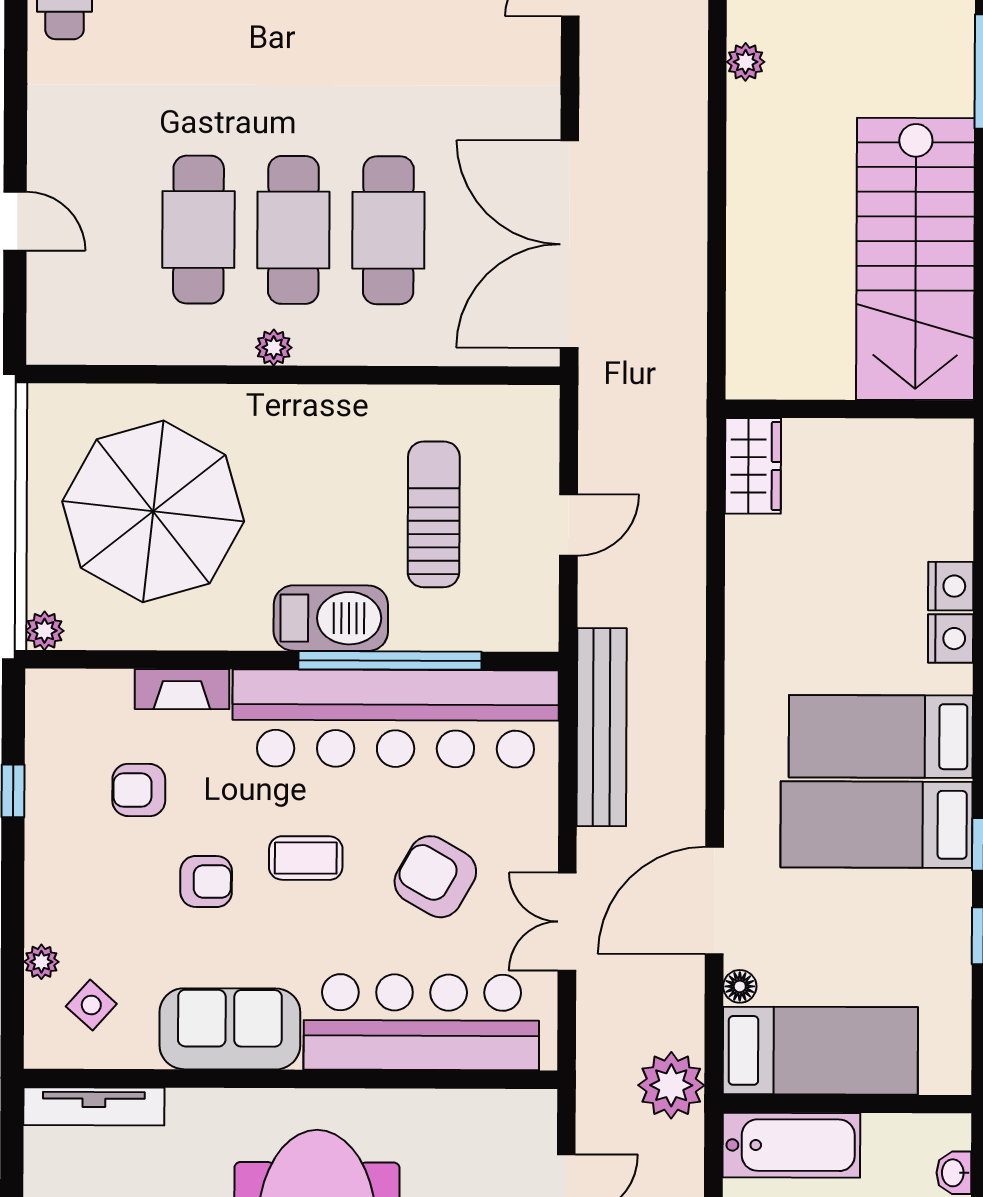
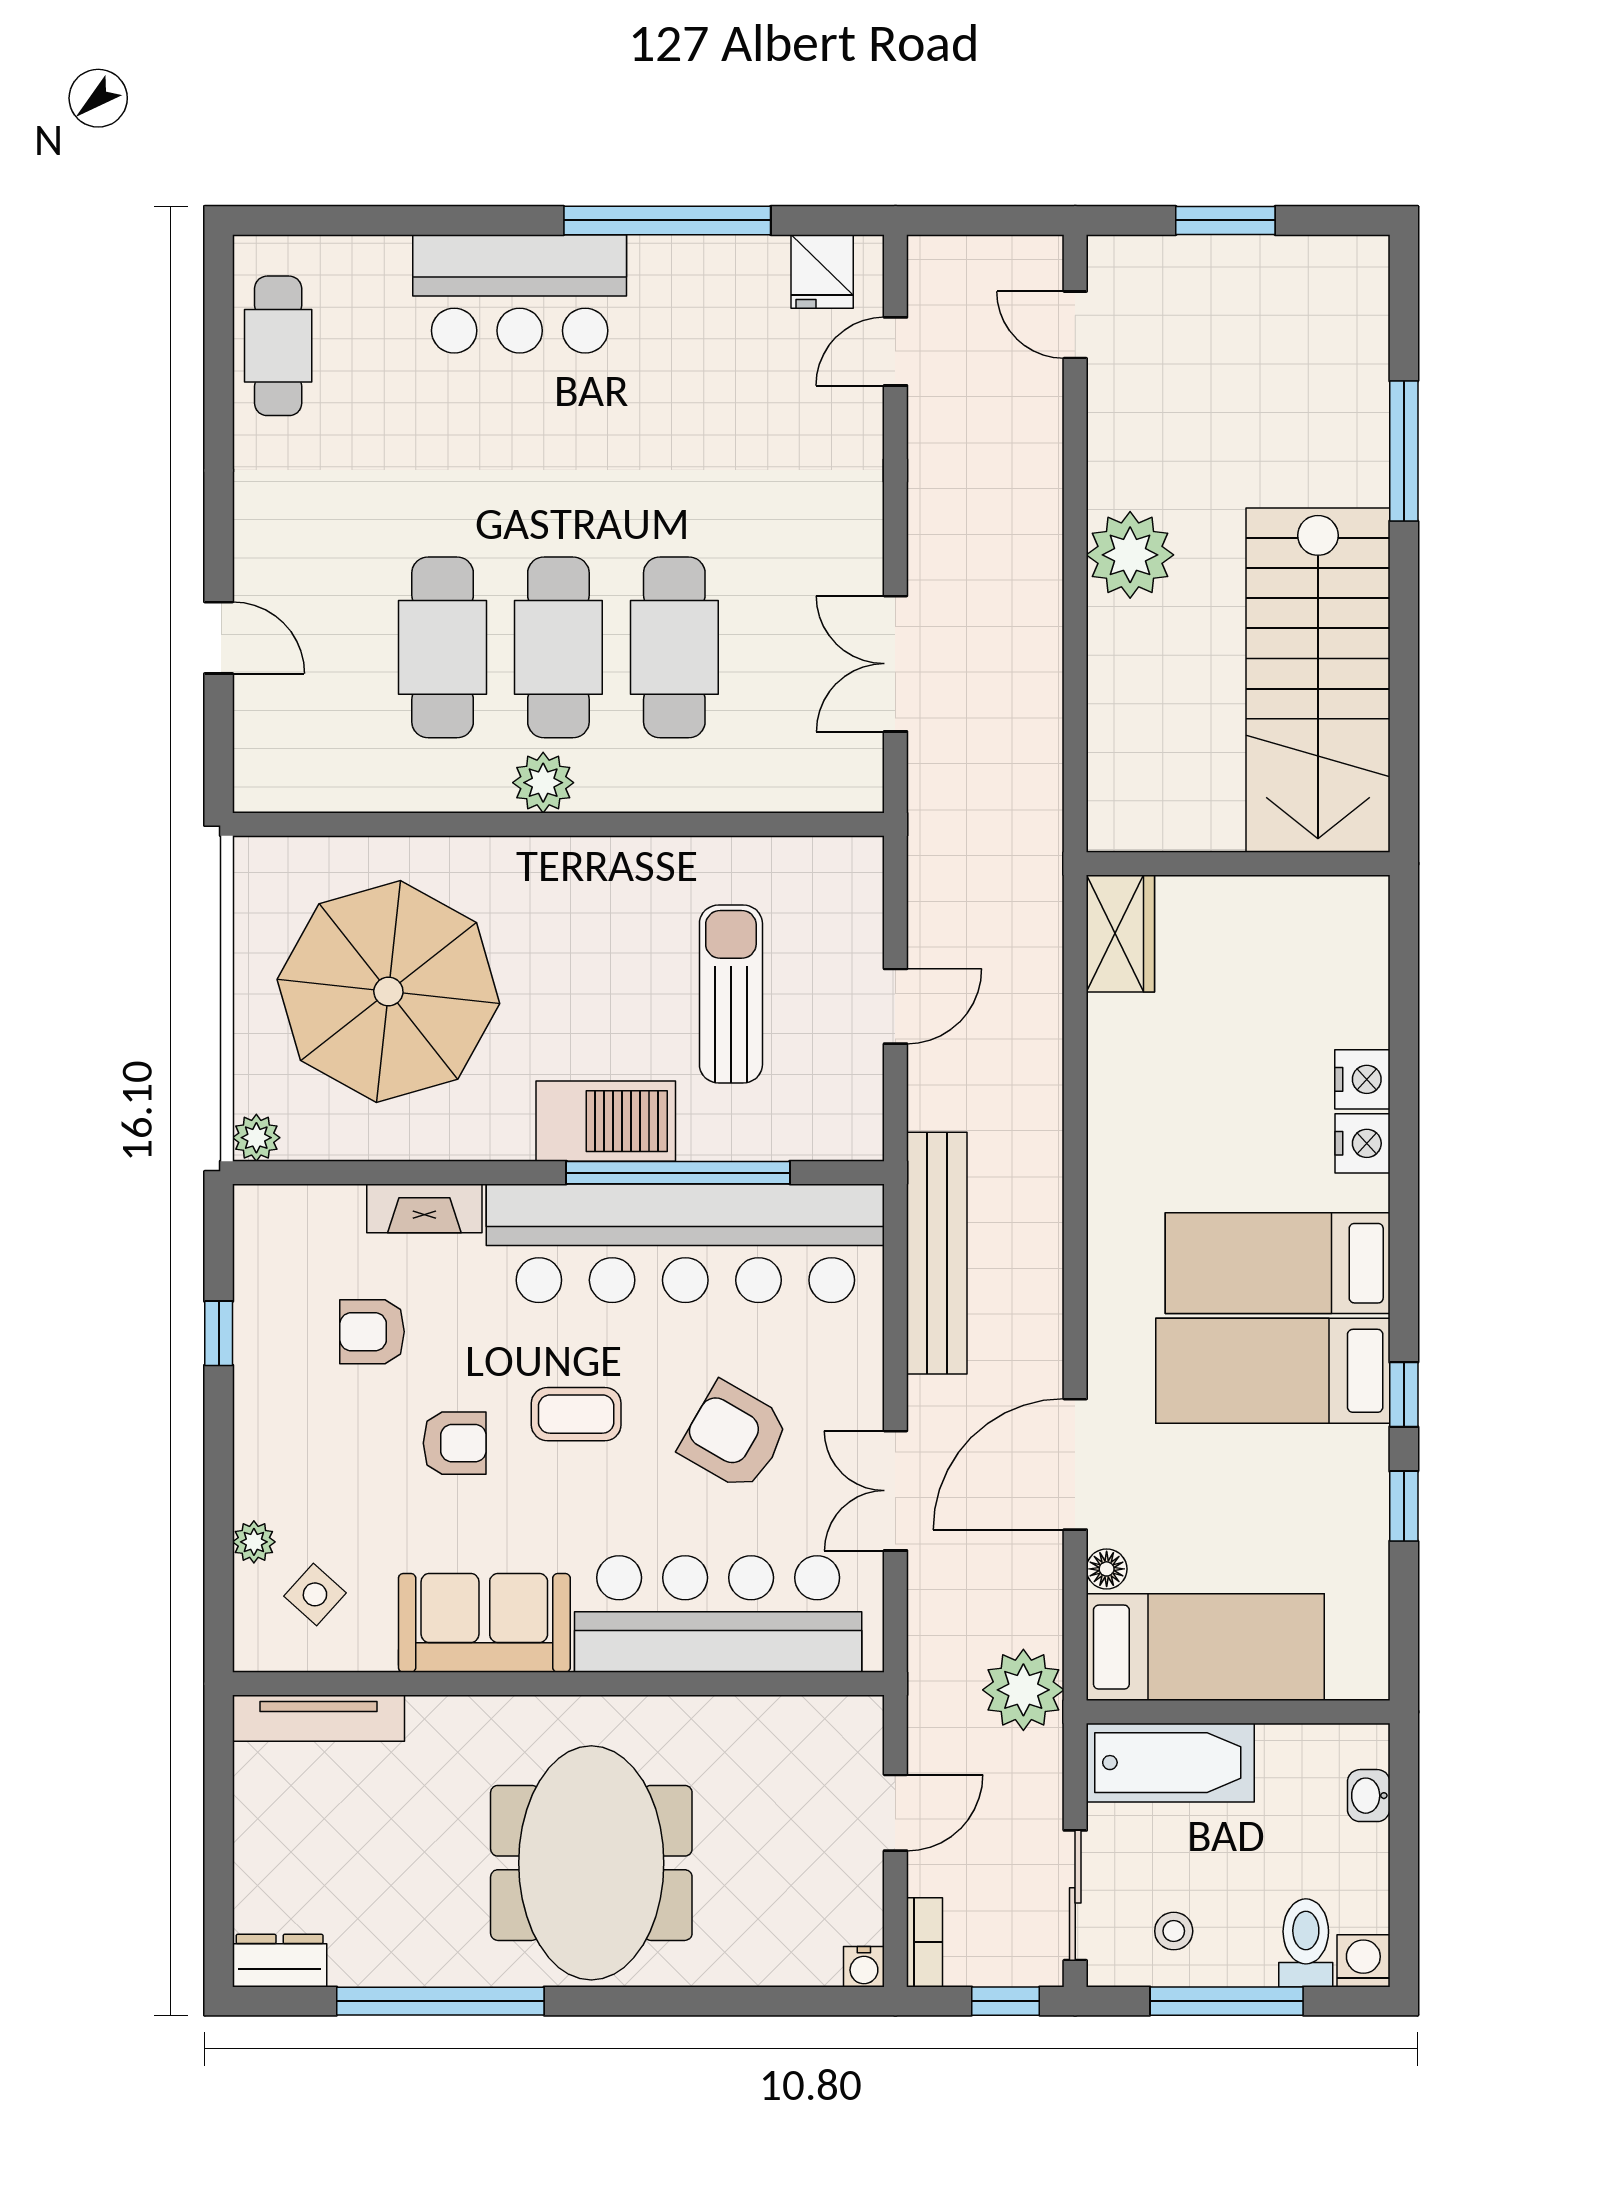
plant: (746, 62) -> (1130, 555), moved, width x1.88, depth x1.88
double door: (569, 244) -> (895, 664), width x0.54
plant: (274, 347) -> (543, 783), width x1.38, depth x1.38

